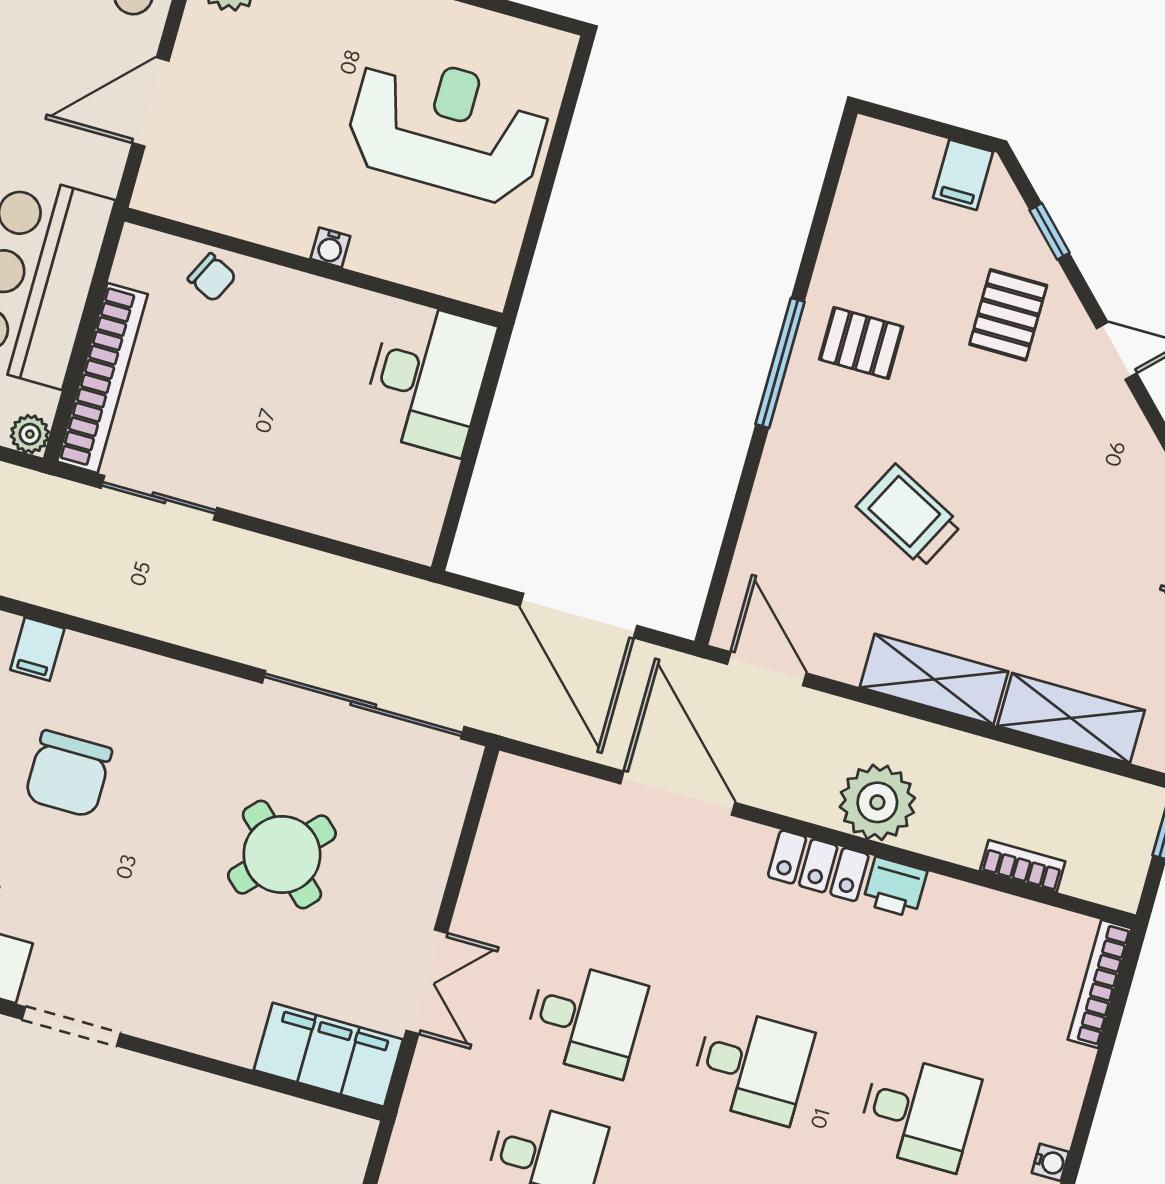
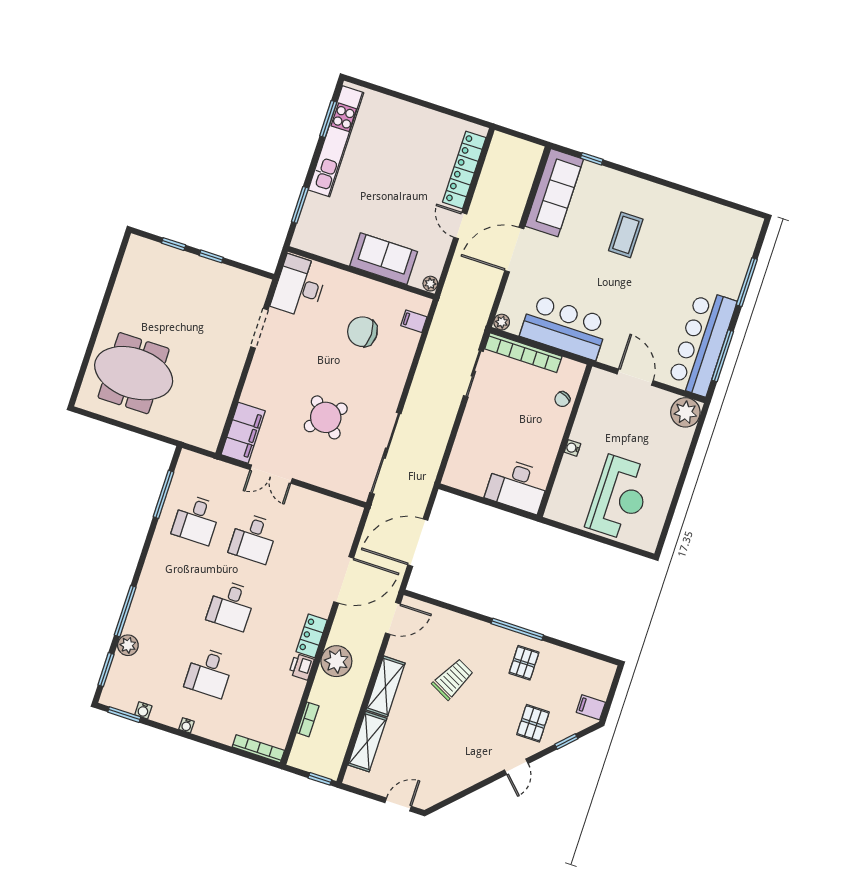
pallet: (1008, 315) -> (533, 723), turned 90

